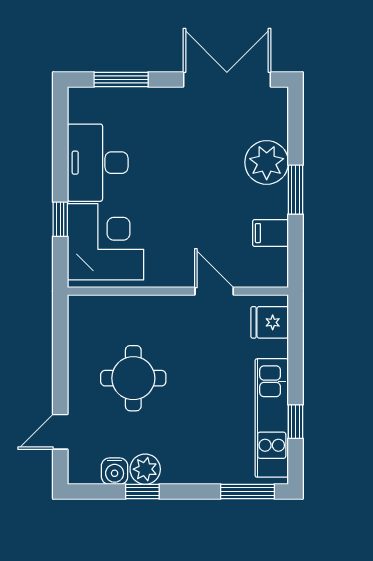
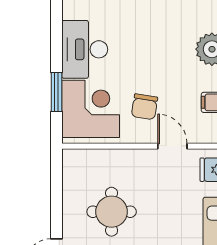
window: (60, 219) -> (56, 92), width x1.50
chair: (177, 239) -> (144, 107), added

